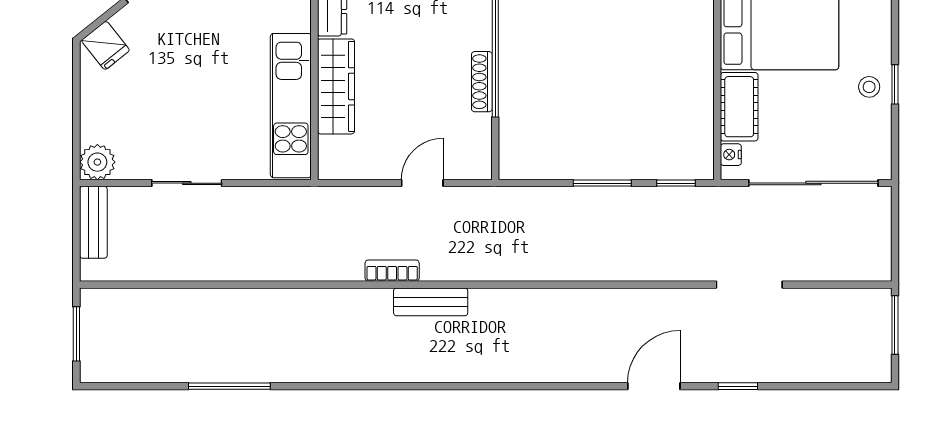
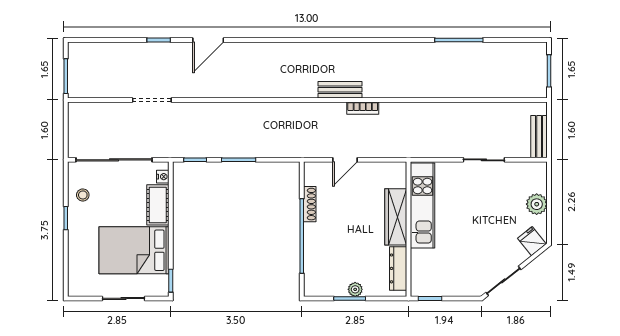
shoe rack: (482, 82) -> (310, 204), moved
stool: (869, 87) -> (83, 195), moved
plant: (97, 162) -> (537, 204), moved

